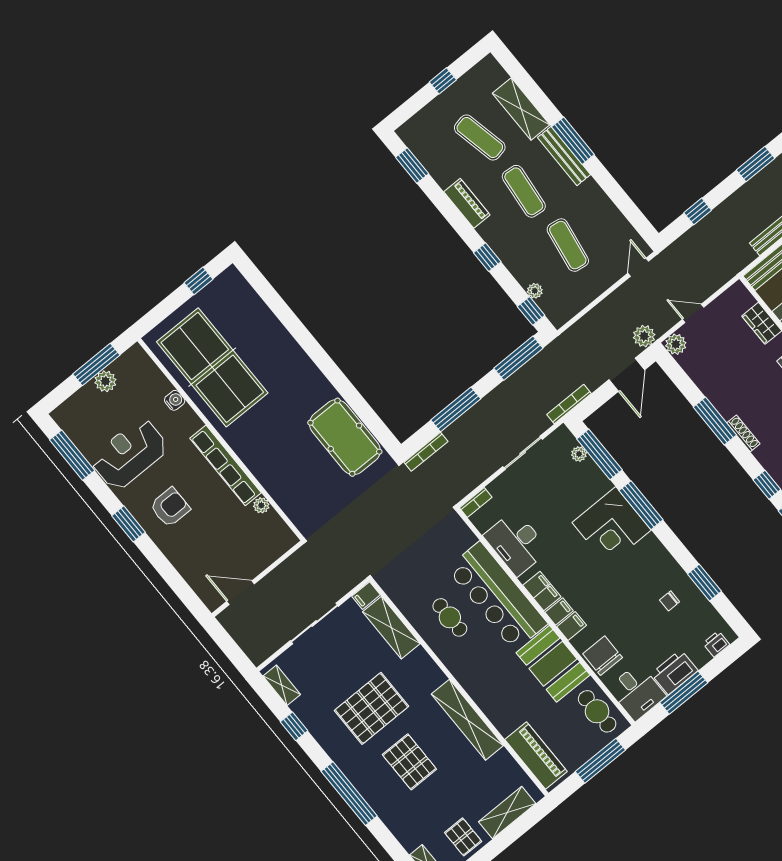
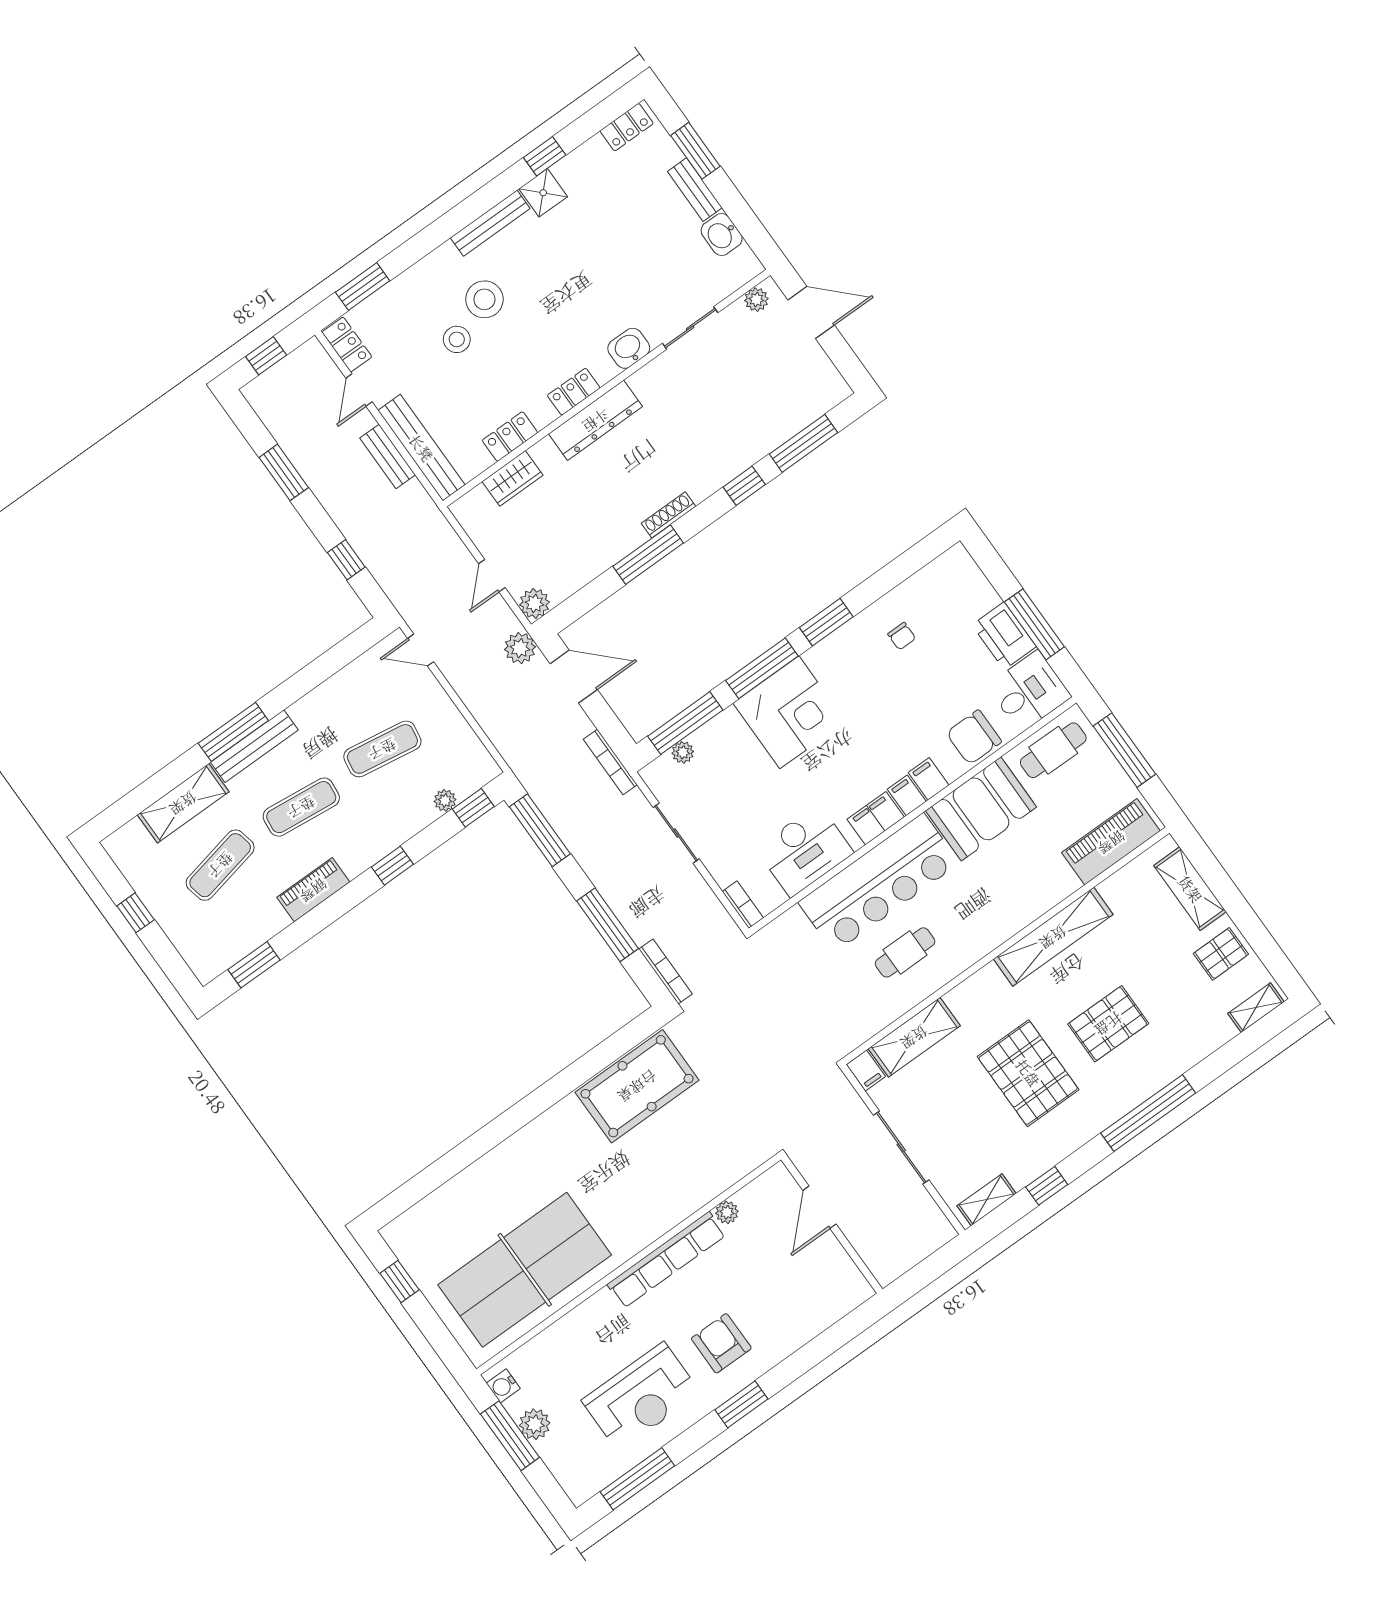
water cooler: (175, 400) -> (503, 1386), moved, turned -90
reception desk: (129, 454) -> (641, 1397), turned -90
window: (704, 583) -> (826, 622), moved
door: (241, 593) -> (819, 1207), moved
printer: (716, 644) -> (968, 573), removed

